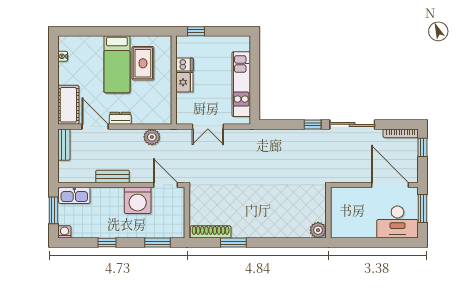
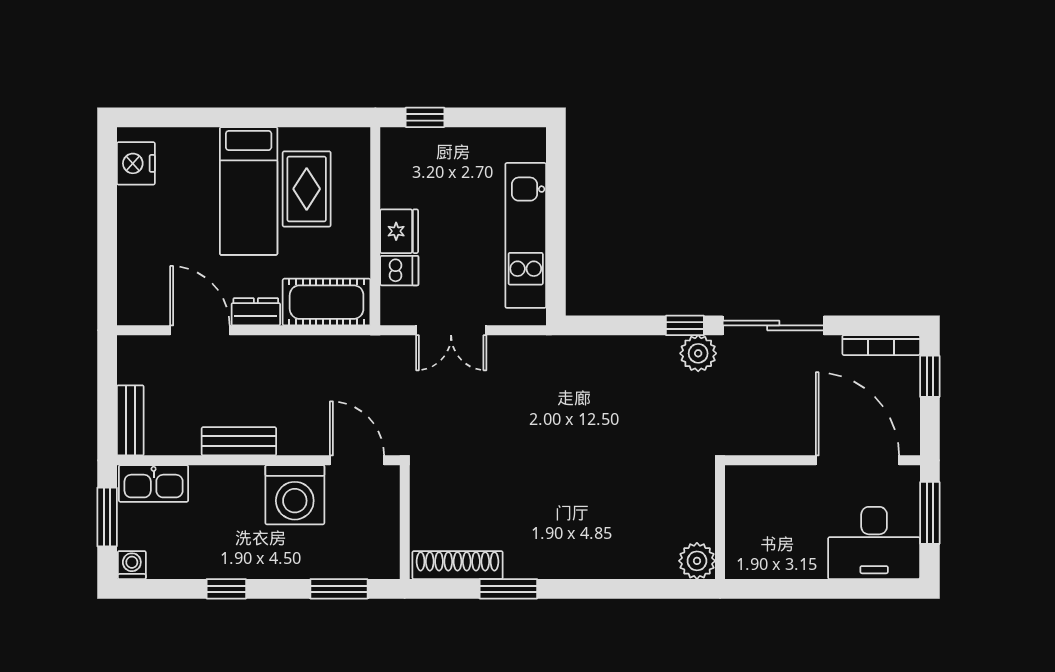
nightstand: (63, 56) -> (136, 163), width x1.89, depth x1.79
dishwasher: (185, 65) -> (399, 271), moved
cot: (68, 105) -> (327, 302), moved, turned 90
plant: (152, 137) -> (698, 353), moved
bench: (64, 145) -> (130, 420), moved

